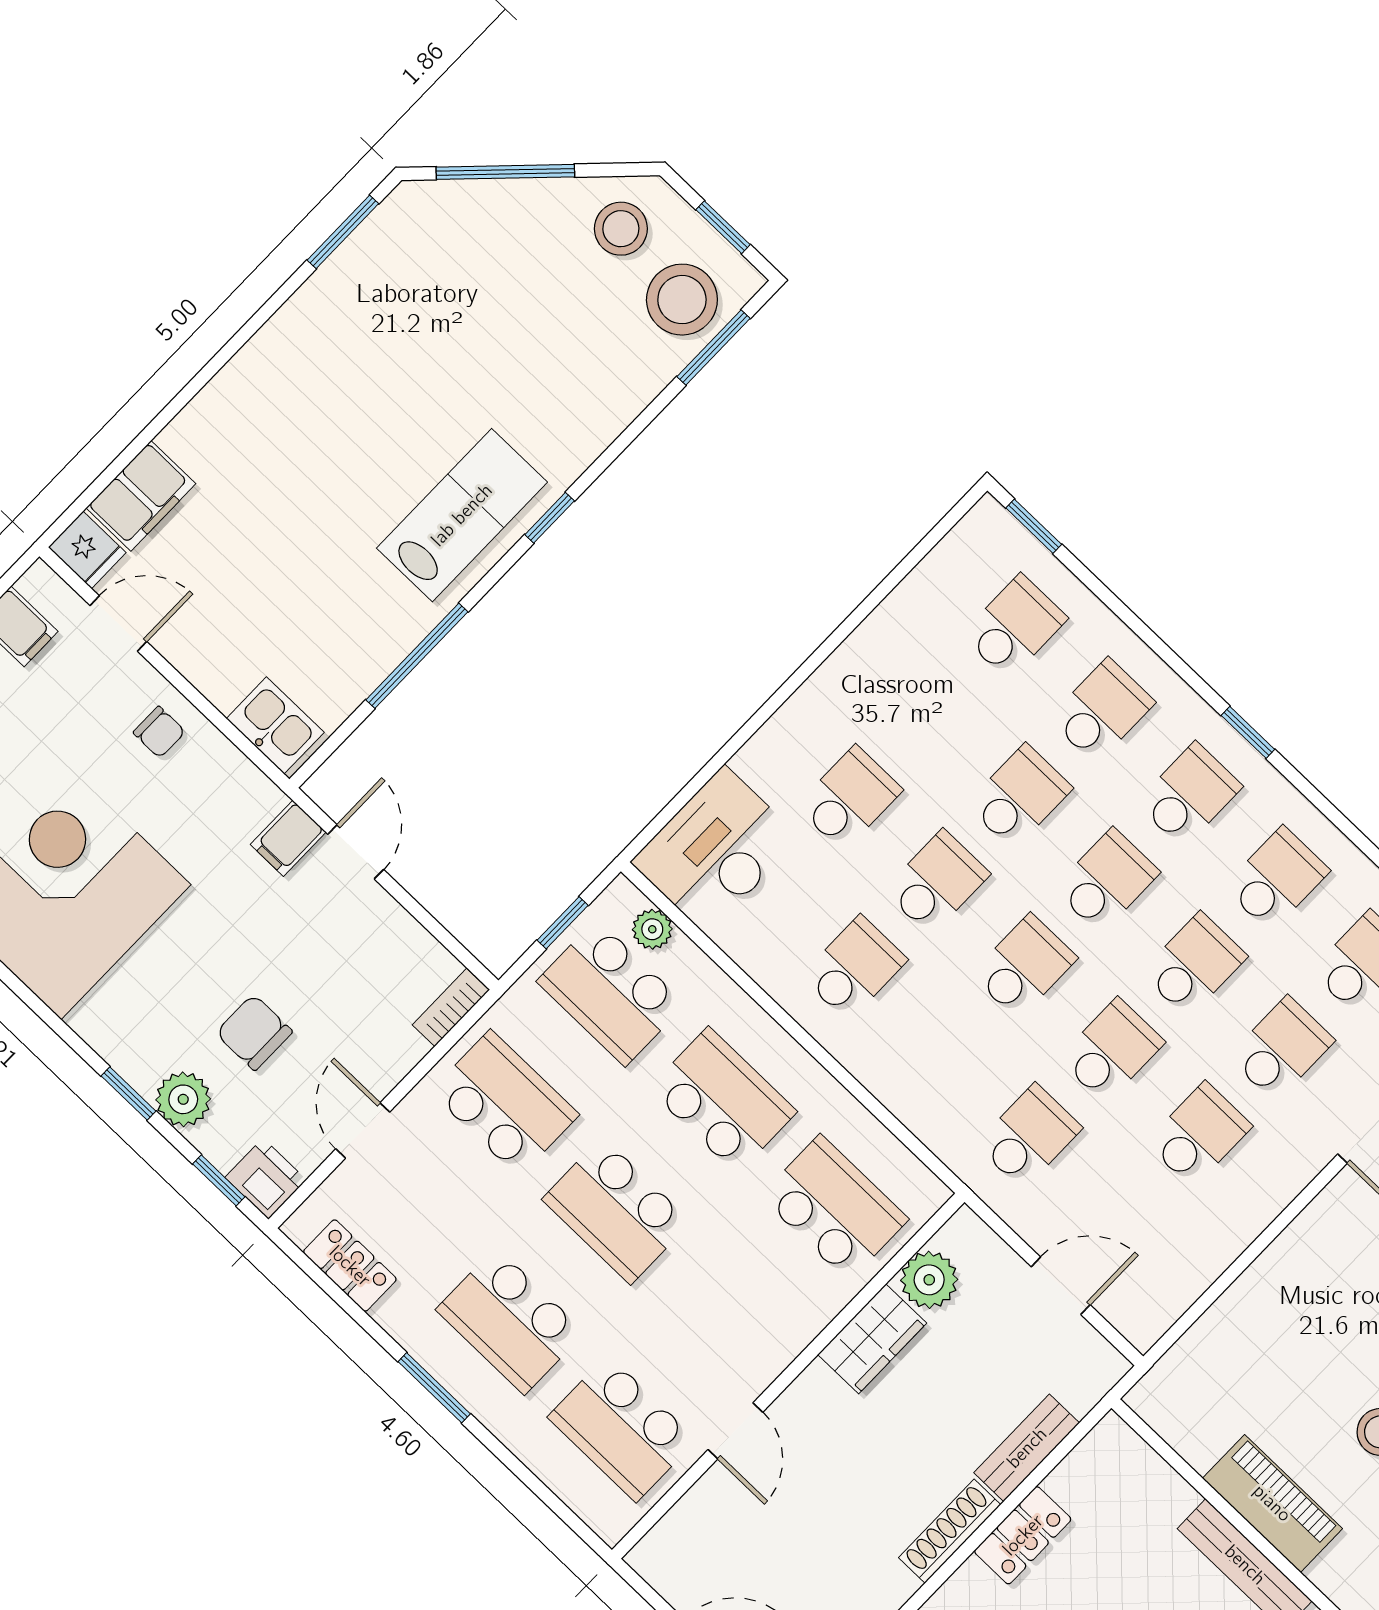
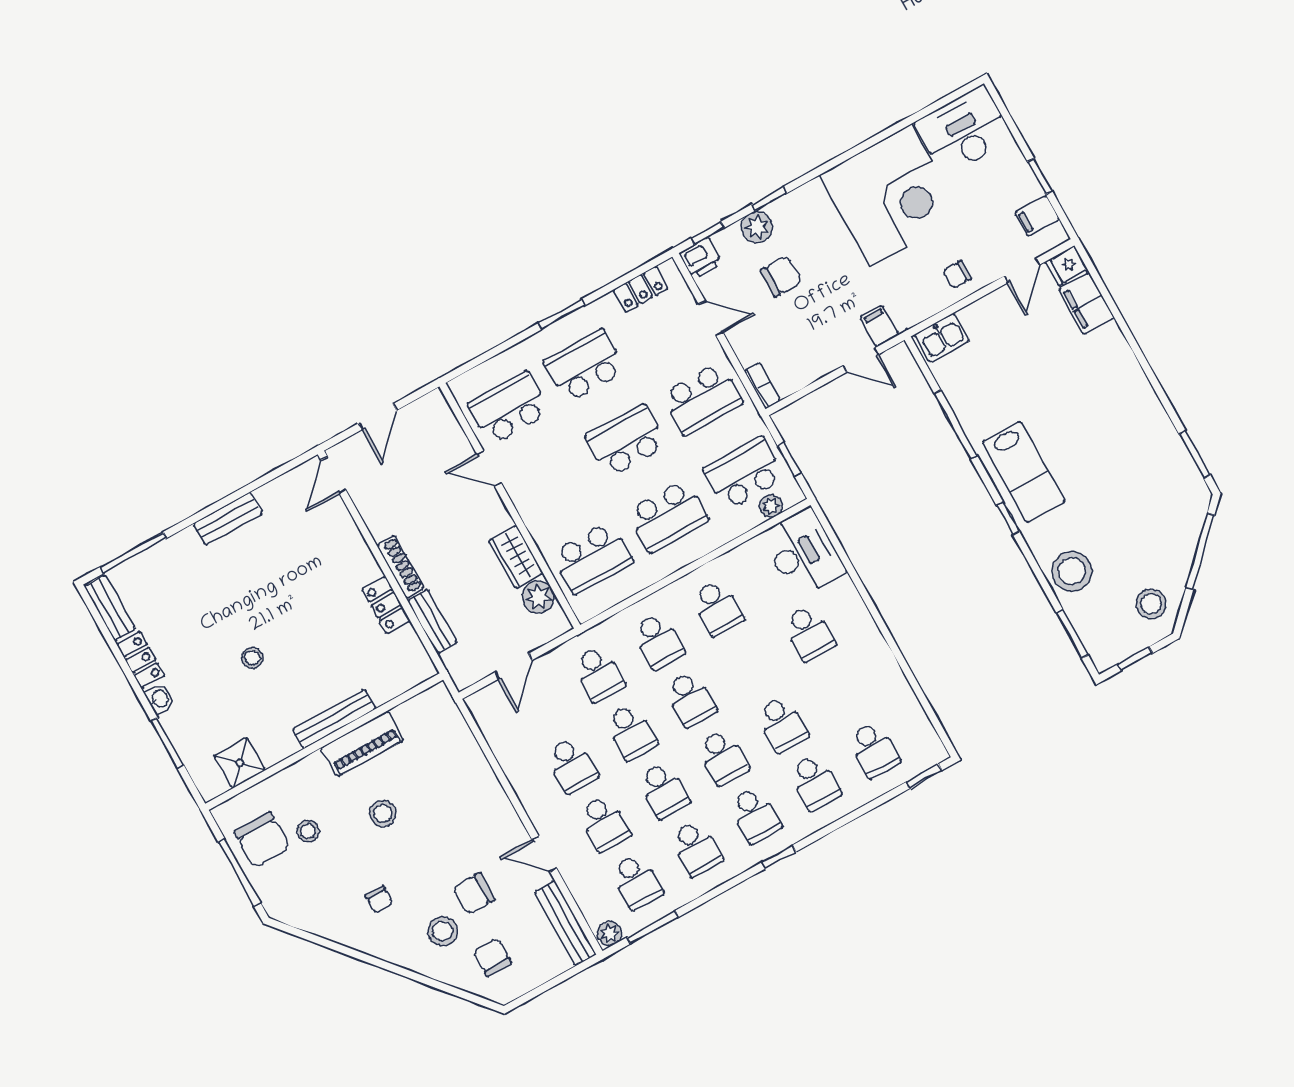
stool: (682, 300) -> (1072, 571), moved
school desk: (937, 882) -> (658, 641), moved

